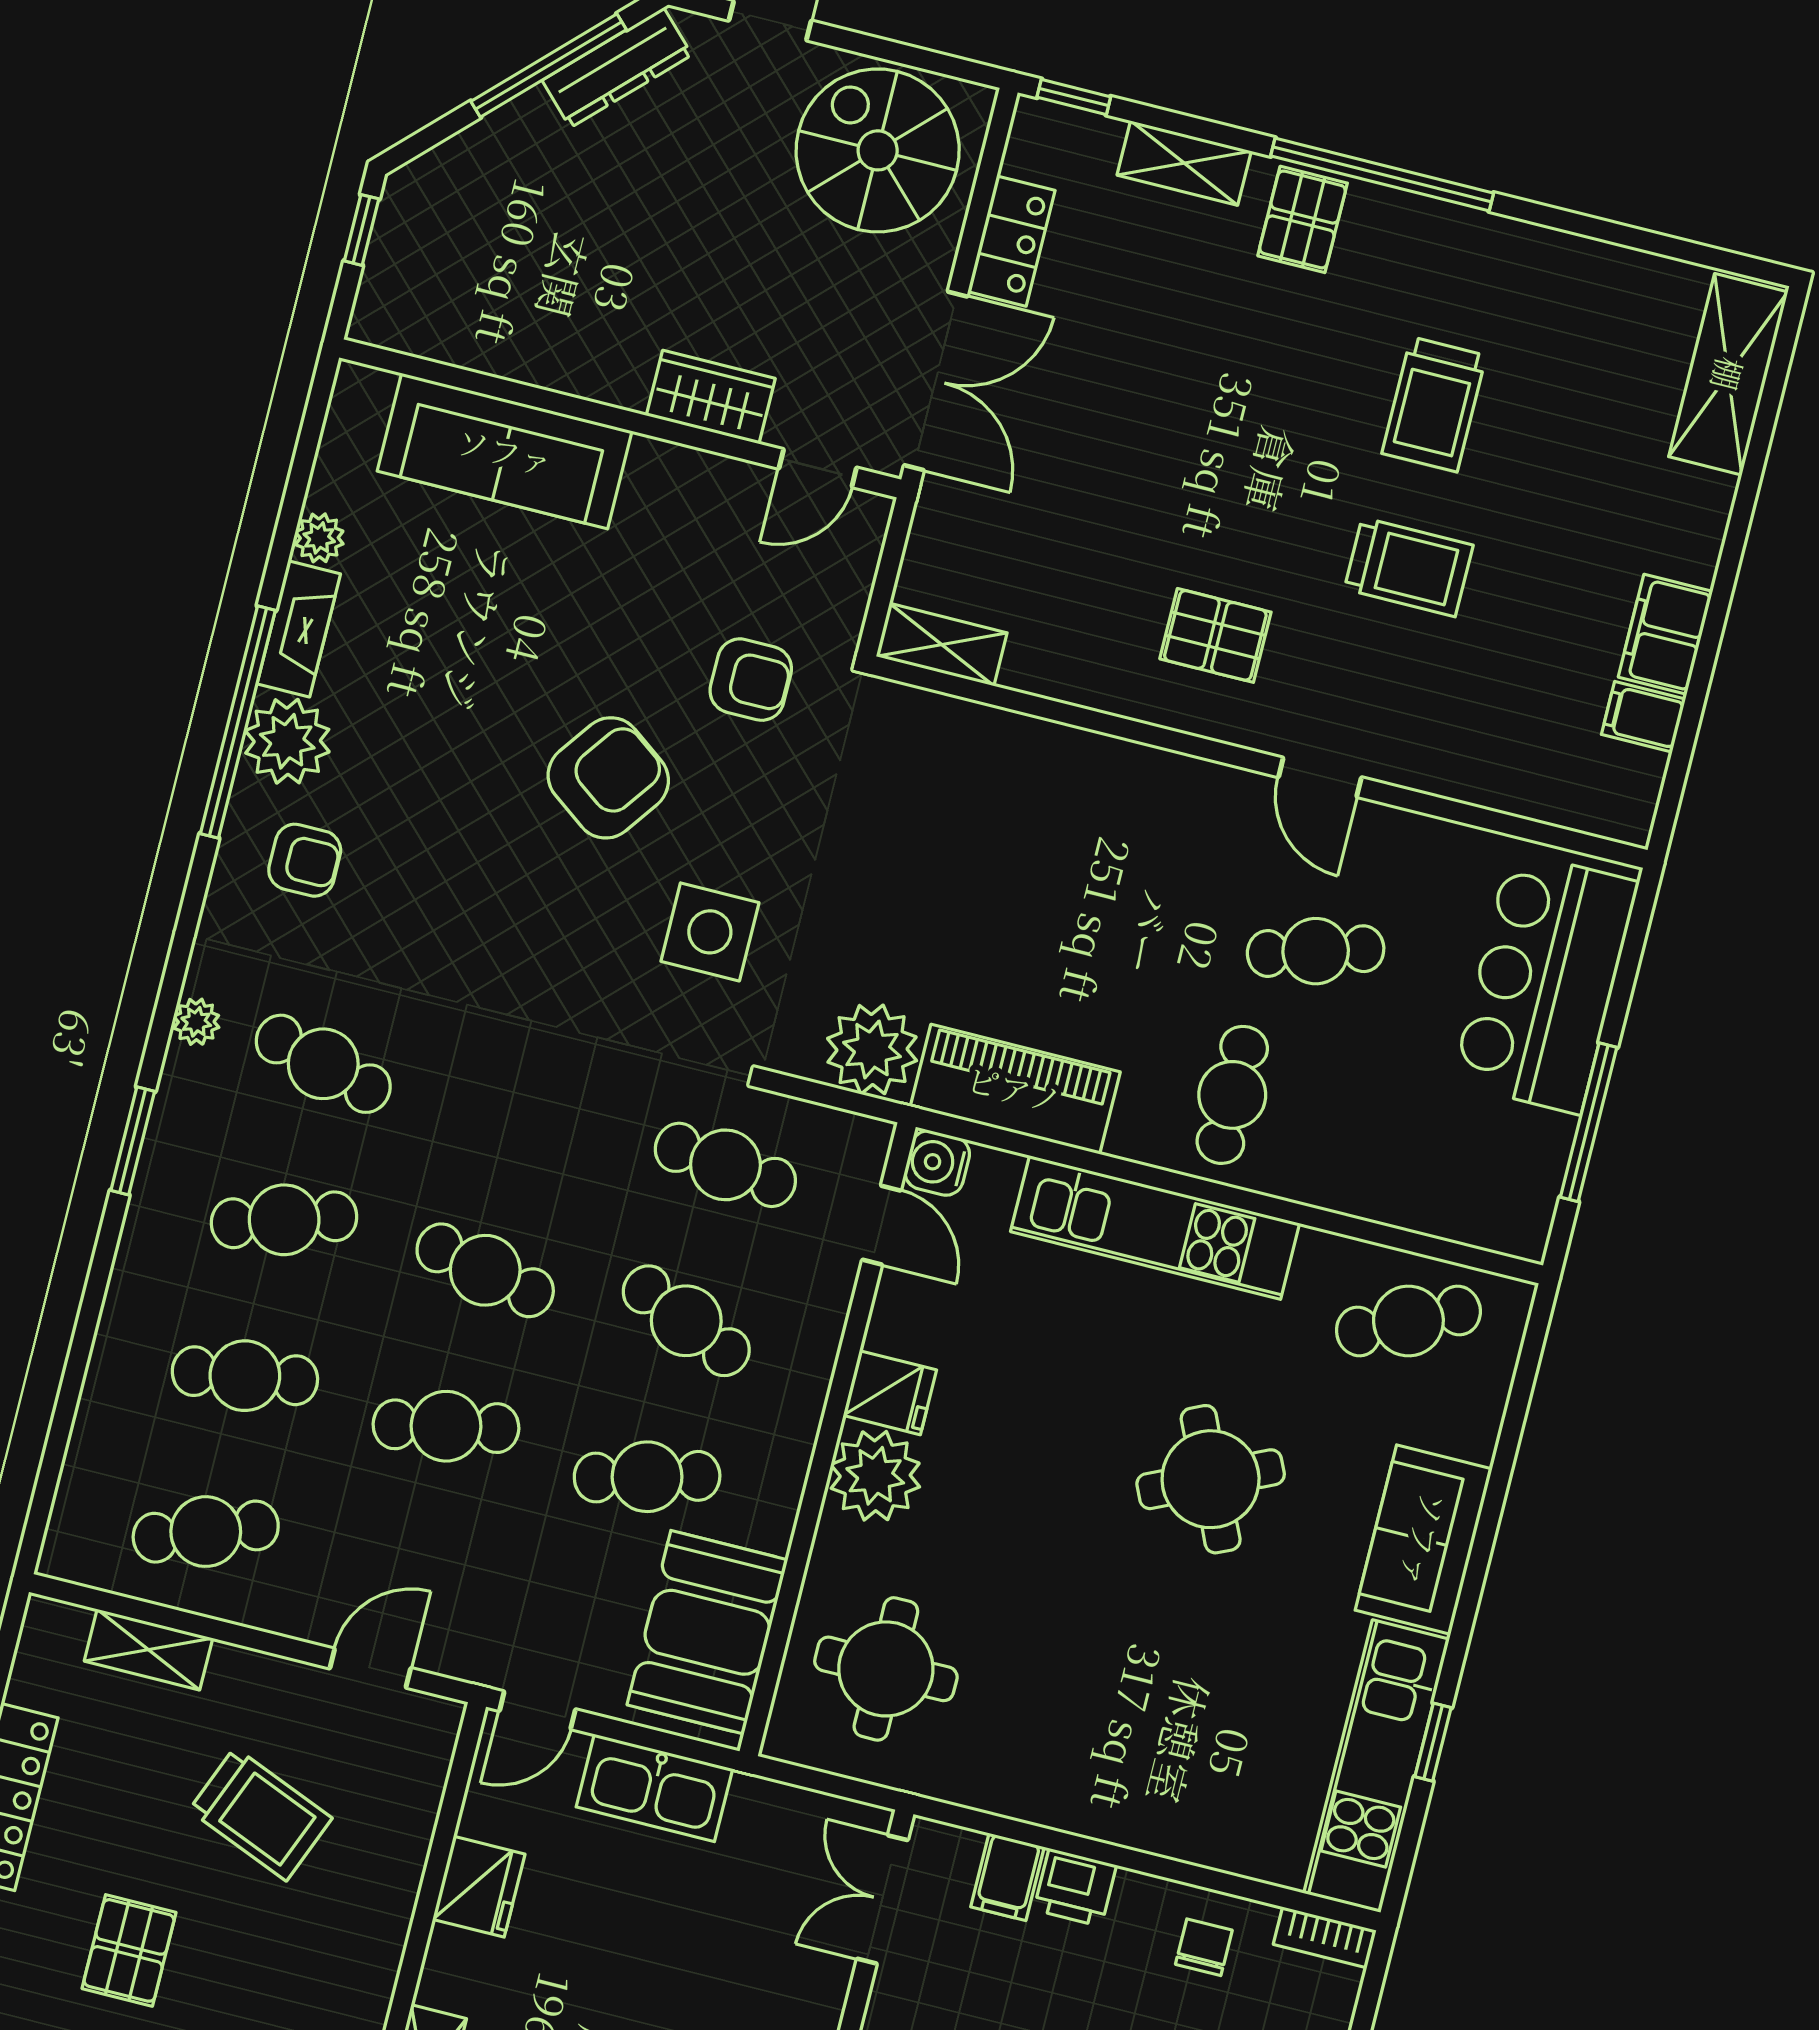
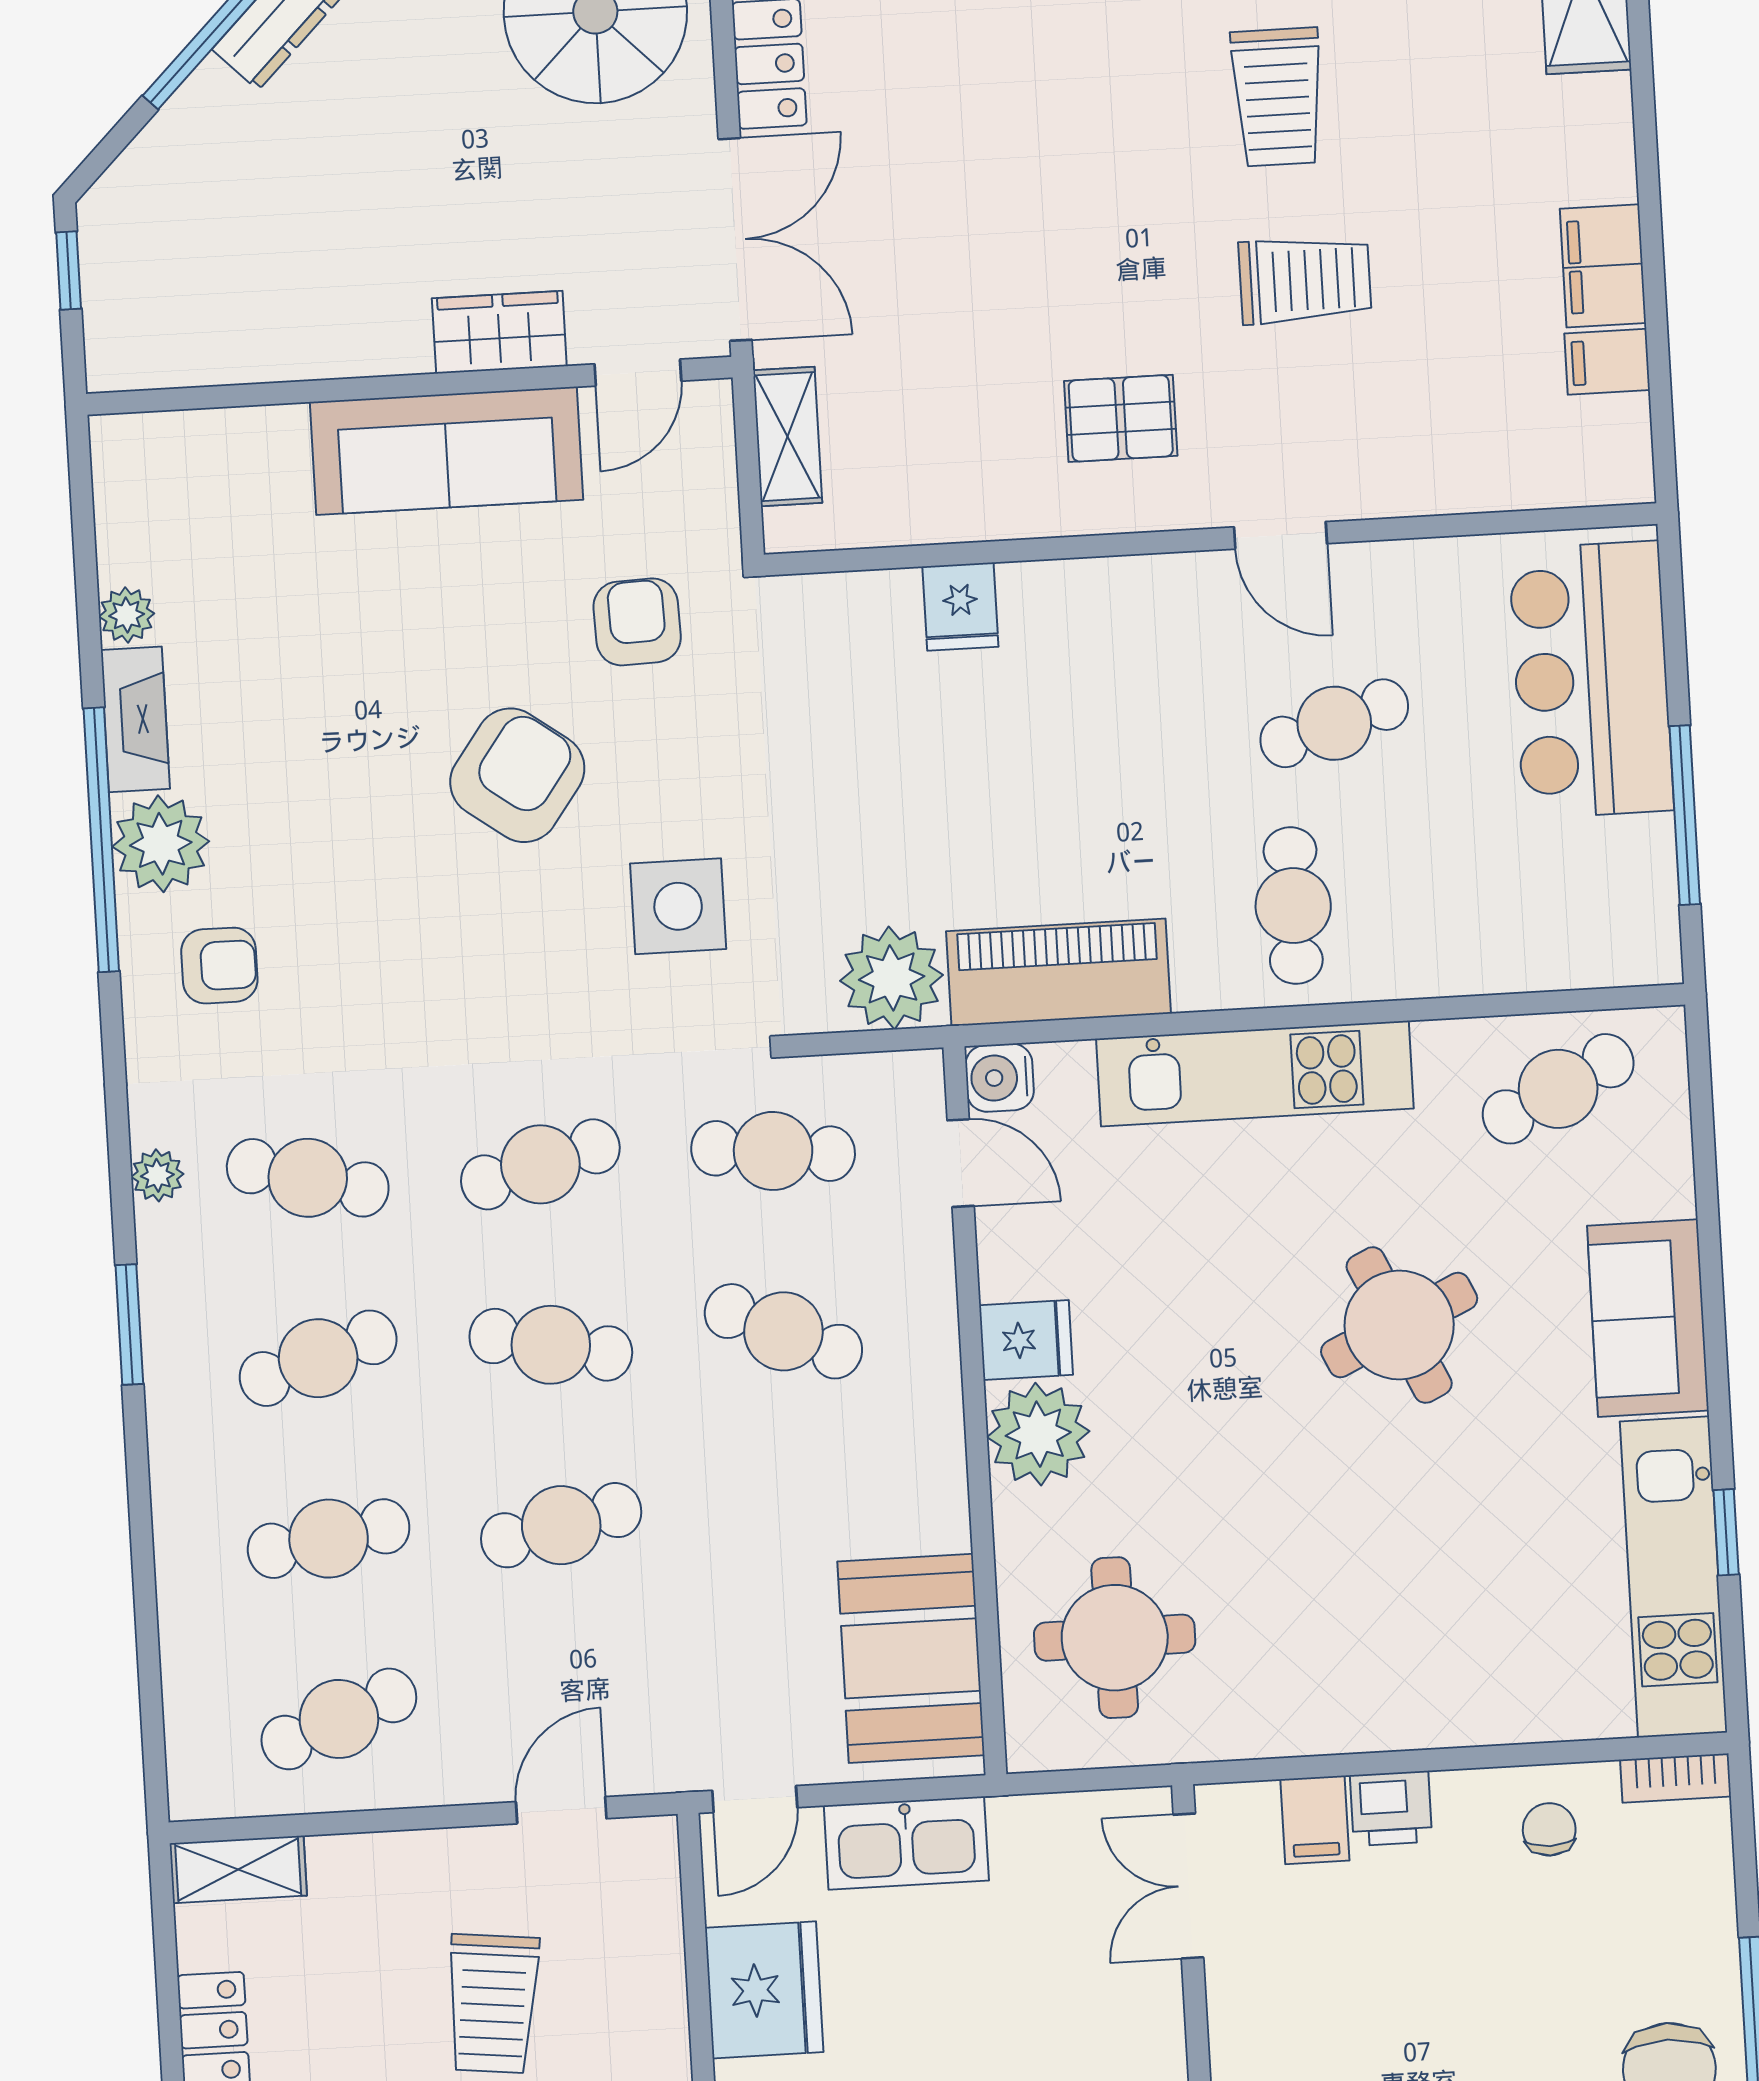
sofa: (505, 451) -> (446, 451), moved
shelving: (942, 645) -> (788, 437), moved, turned 90
armchair: (751, 680) -> (637, 622), turned -92
fridge: (1029, 753) -> (960, 607), added
cafe table: (647, 1477) -> (540, 1164), moved
shelving: (148, 1650) -> (238, 1869), moved
trolley: (261, 1814) -> (493, 2004), turned 74
fridge: (479, 1887) -> (764, 1990), width x1.36, depth x1.34

